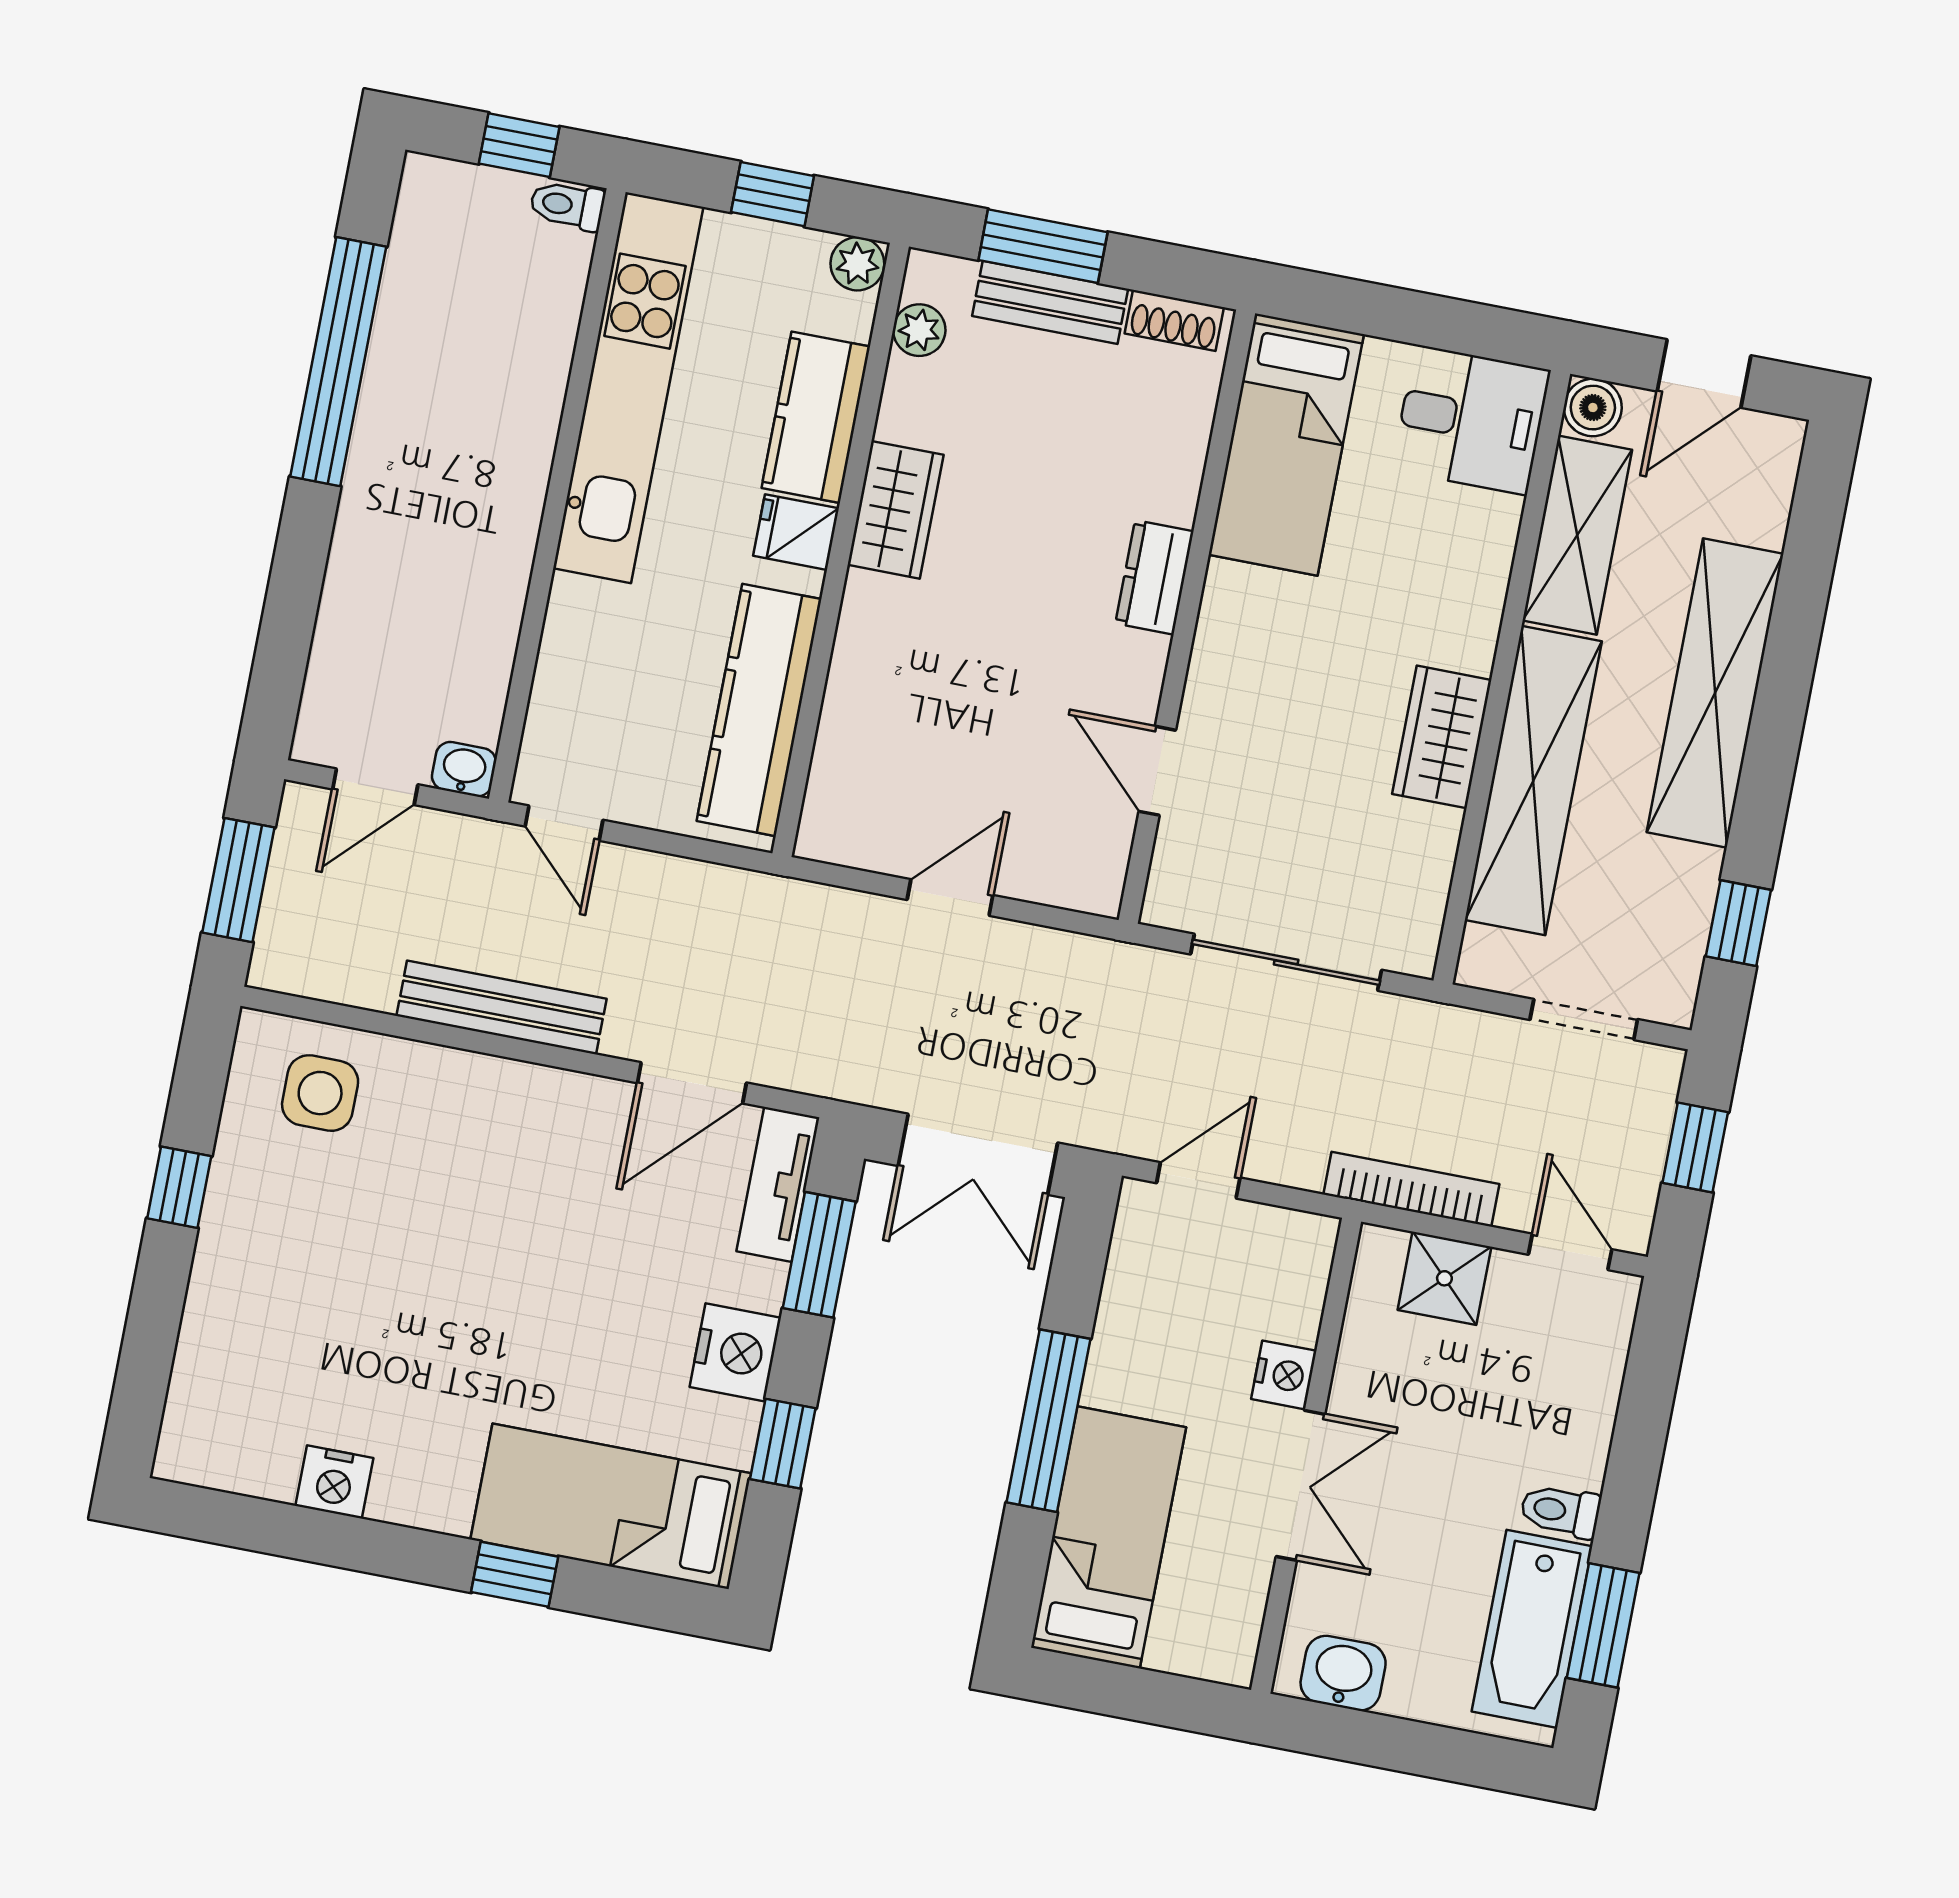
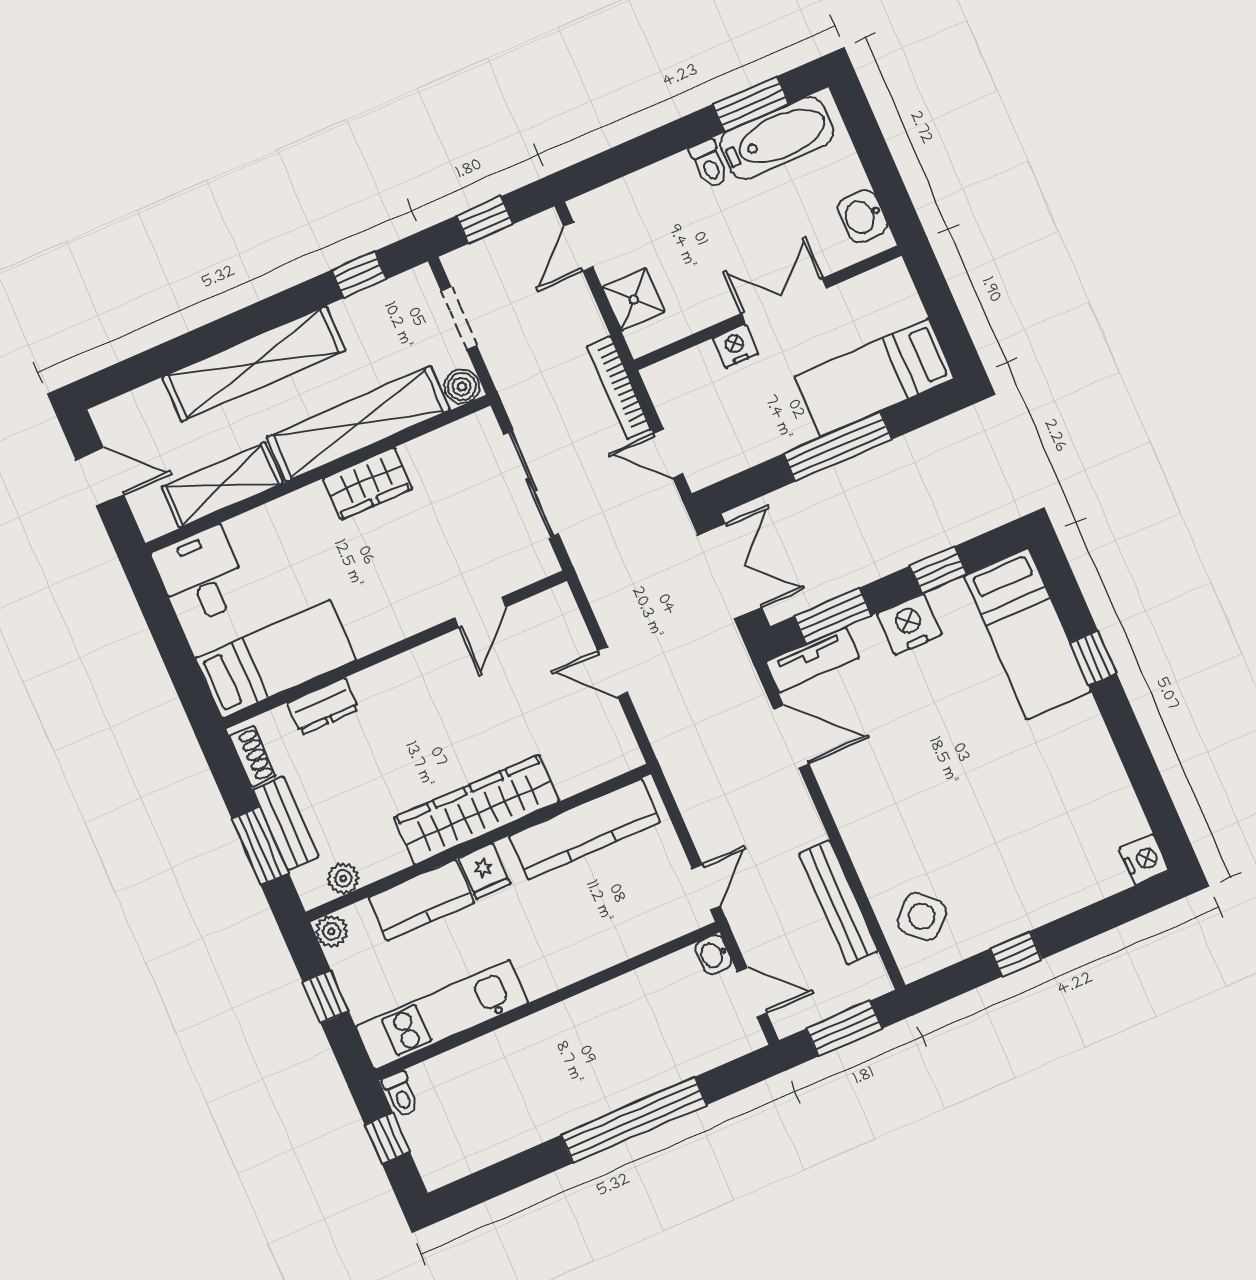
window: (338, 362) -> (634, 1120), moved
kitchen unit: (628, 388) -> (442, 1015), width x0.73
boiler: (1593, 408) -> (462, 387), moved
wardrobe: (896, 510) -> (477, 809), width x2.10, depth x1.17
dresser: (1154, 577) -> (323, 706), moved
bench: (502, 1007) -> (839, 902), moved
side table: (320, 1093) -> (922, 916), turned 45
bookcase: (1411, 1189) -> (619, 388), moved
nightstand: (334, 1482) -> (1144, 859), moved

